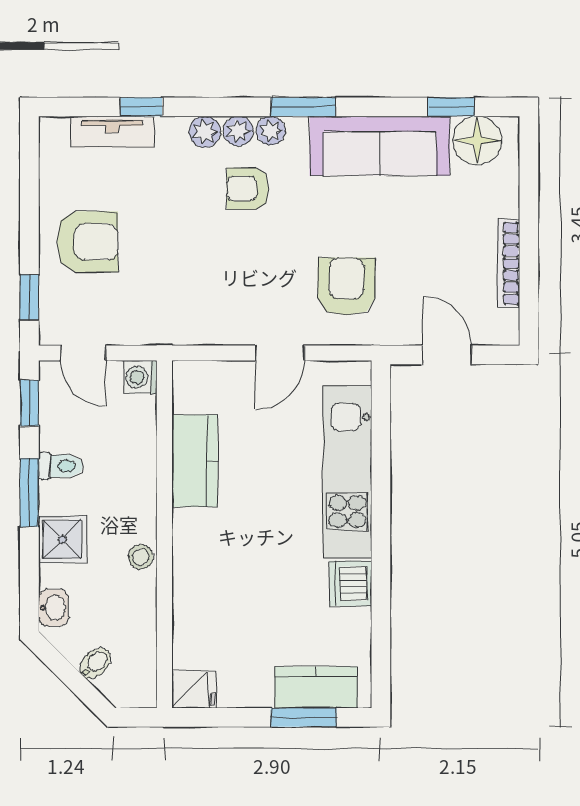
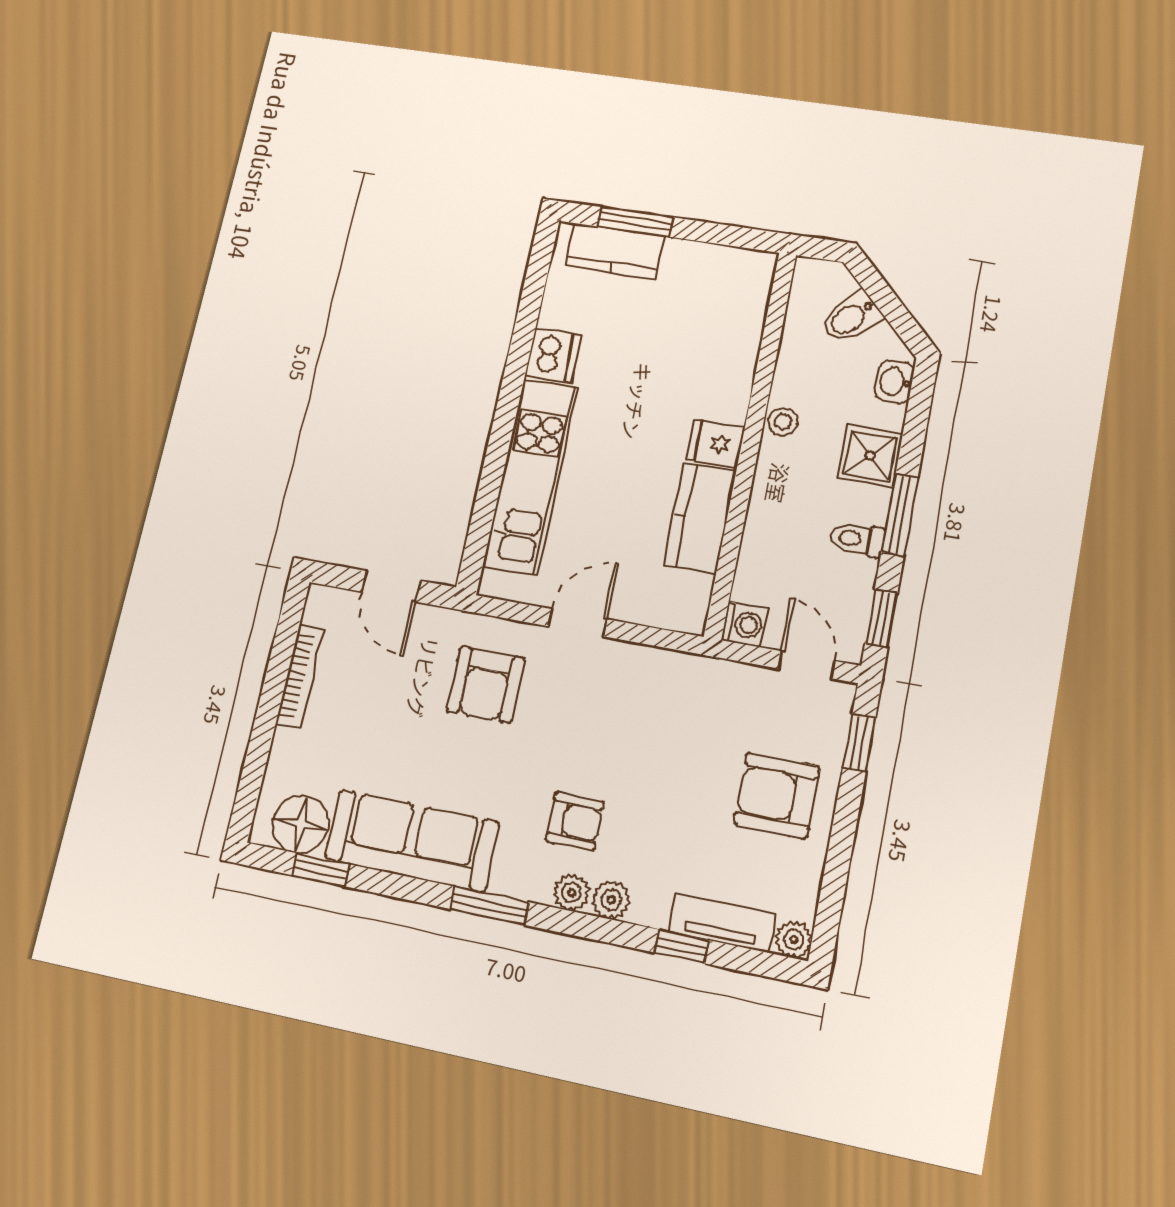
plant: (271, 131) -> (794, 940), moved
bidet: (95, 663) -> (851, 318), width x1.38, depth x1.36
fridge: (194, 690) -> (716, 443), moved

